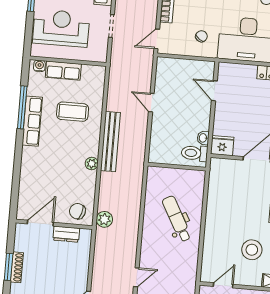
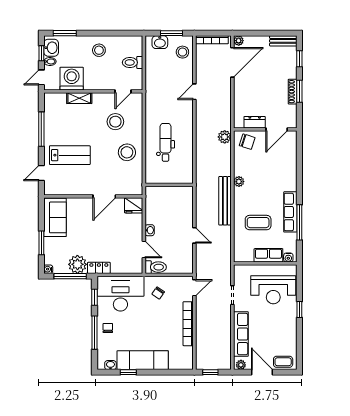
washbasin: (203, 138) -> (150, 230), moved
toilet: (195, 153) -> (156, 267), moved
stool: (225, 211) -> (127, 152), added
dental chair: (177, 219) -> (166, 142), turned -151
stool: (252, 250) -> (115, 122), moved

